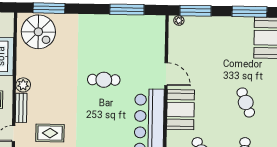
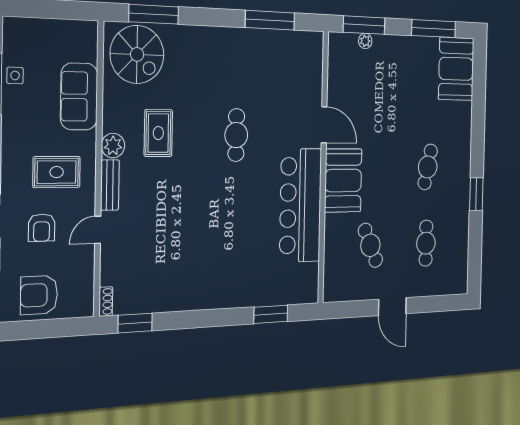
plant: (179, 20) -> (365, 41), moved
cafe table: (104, 80) -> (236, 135), turned 90
cafe table: (246, 102) -> (428, 167), turned 33
rug: (50, 133) -> (158, 133), moved, turned 90

